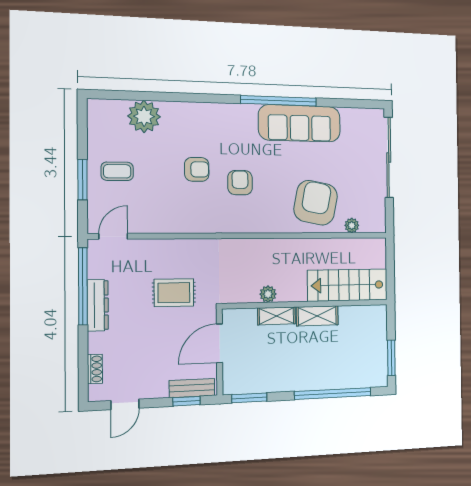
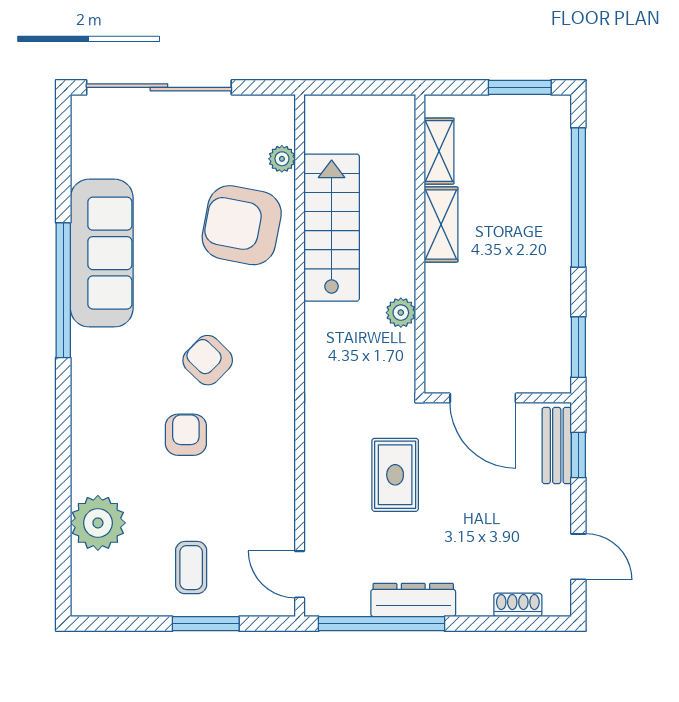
armchair: (240, 183) -> (208, 360), turned 44
stairs: (348, 285) -> (332, 228), moved, turned 180
shelving: (276, 316) -> (439, 151), moved

